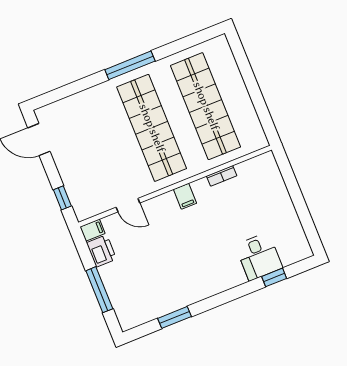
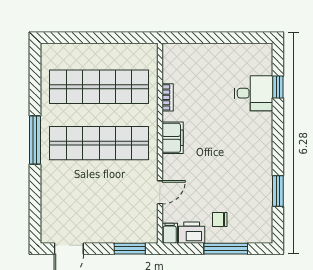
filing cabinet: (185, 196) -> (173, 138), width x2.00
window: (62, 198) -> (130, 249), width x1.50
chair: (125, 273) -> (220, 219), added

